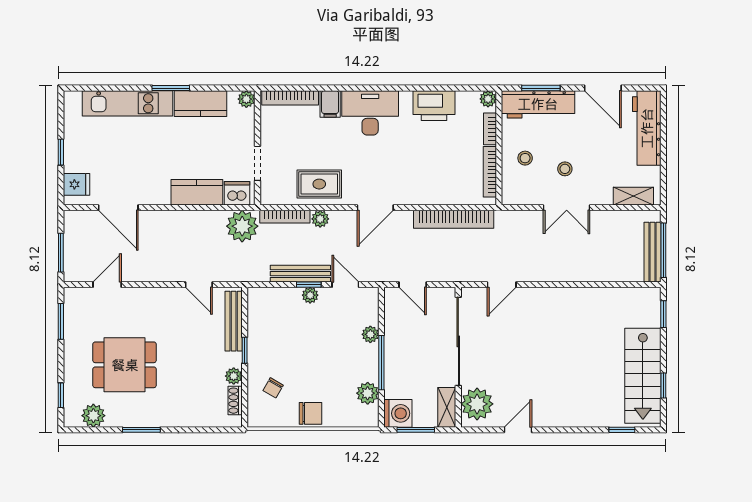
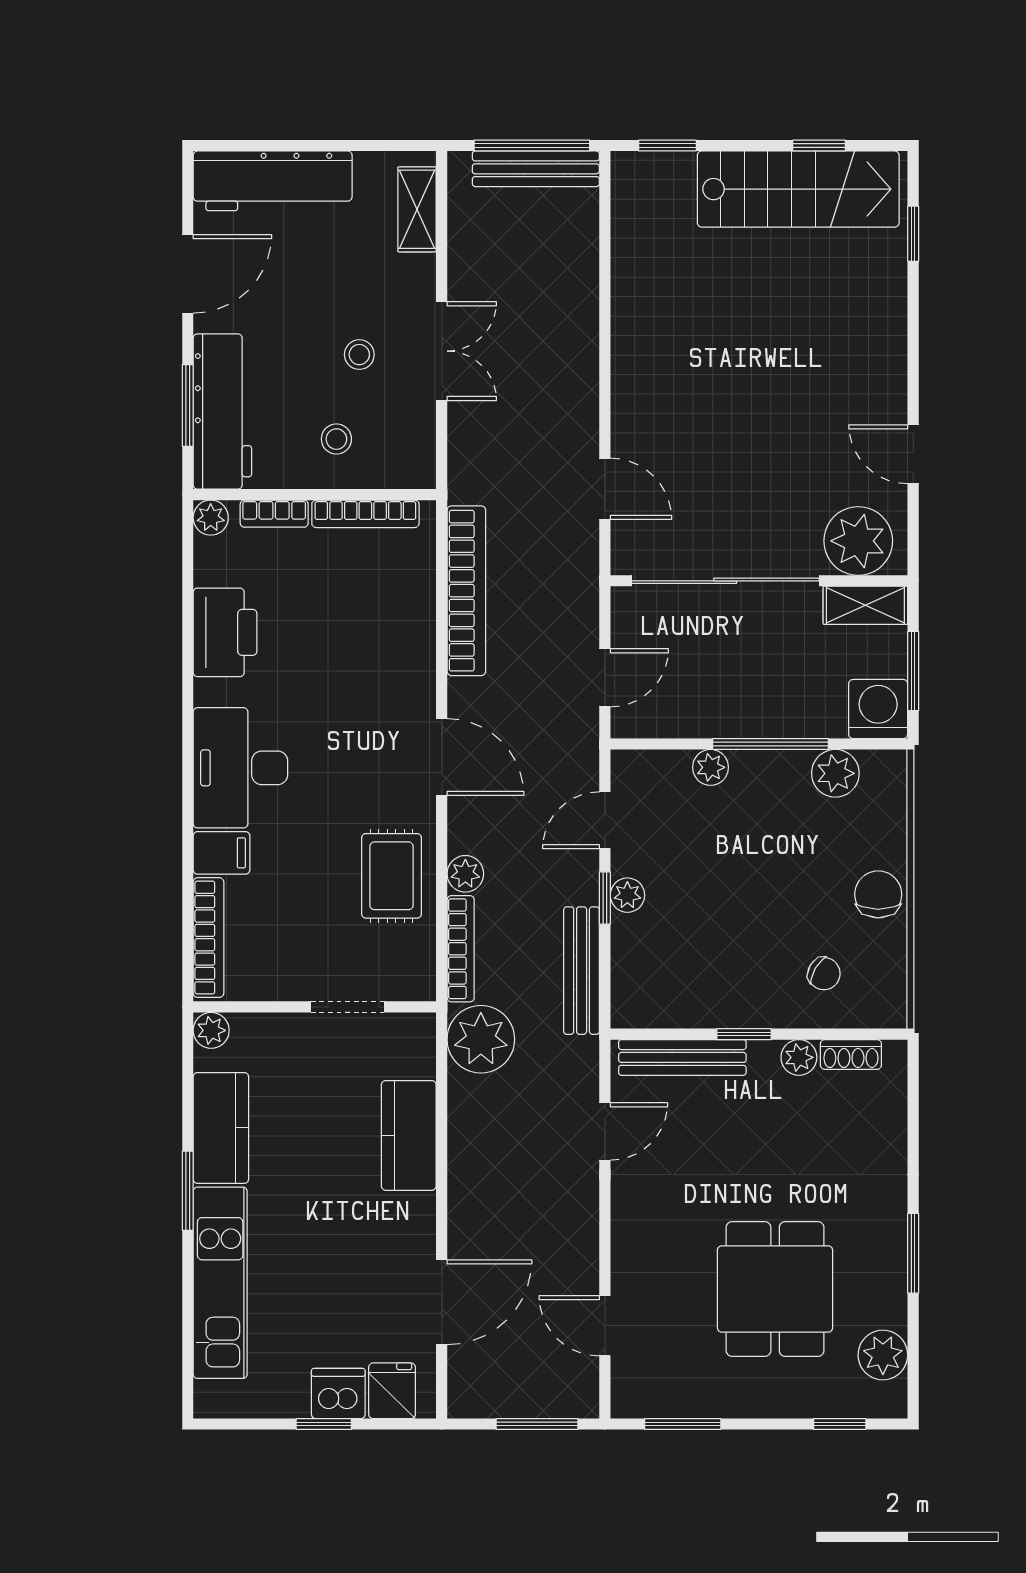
dishwasher: (237, 193) -> (338, 1393), moved, turned 90
bench: (300, 274) -> (582, 971), moved

